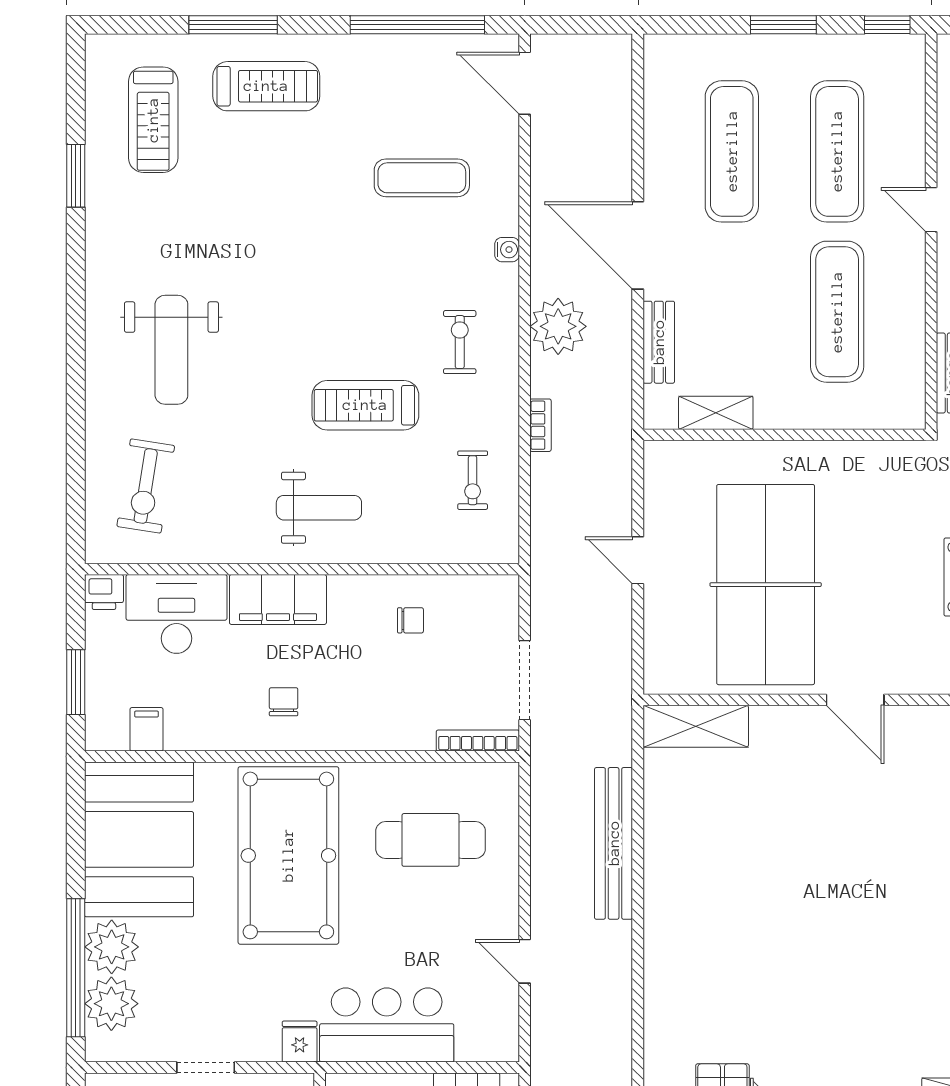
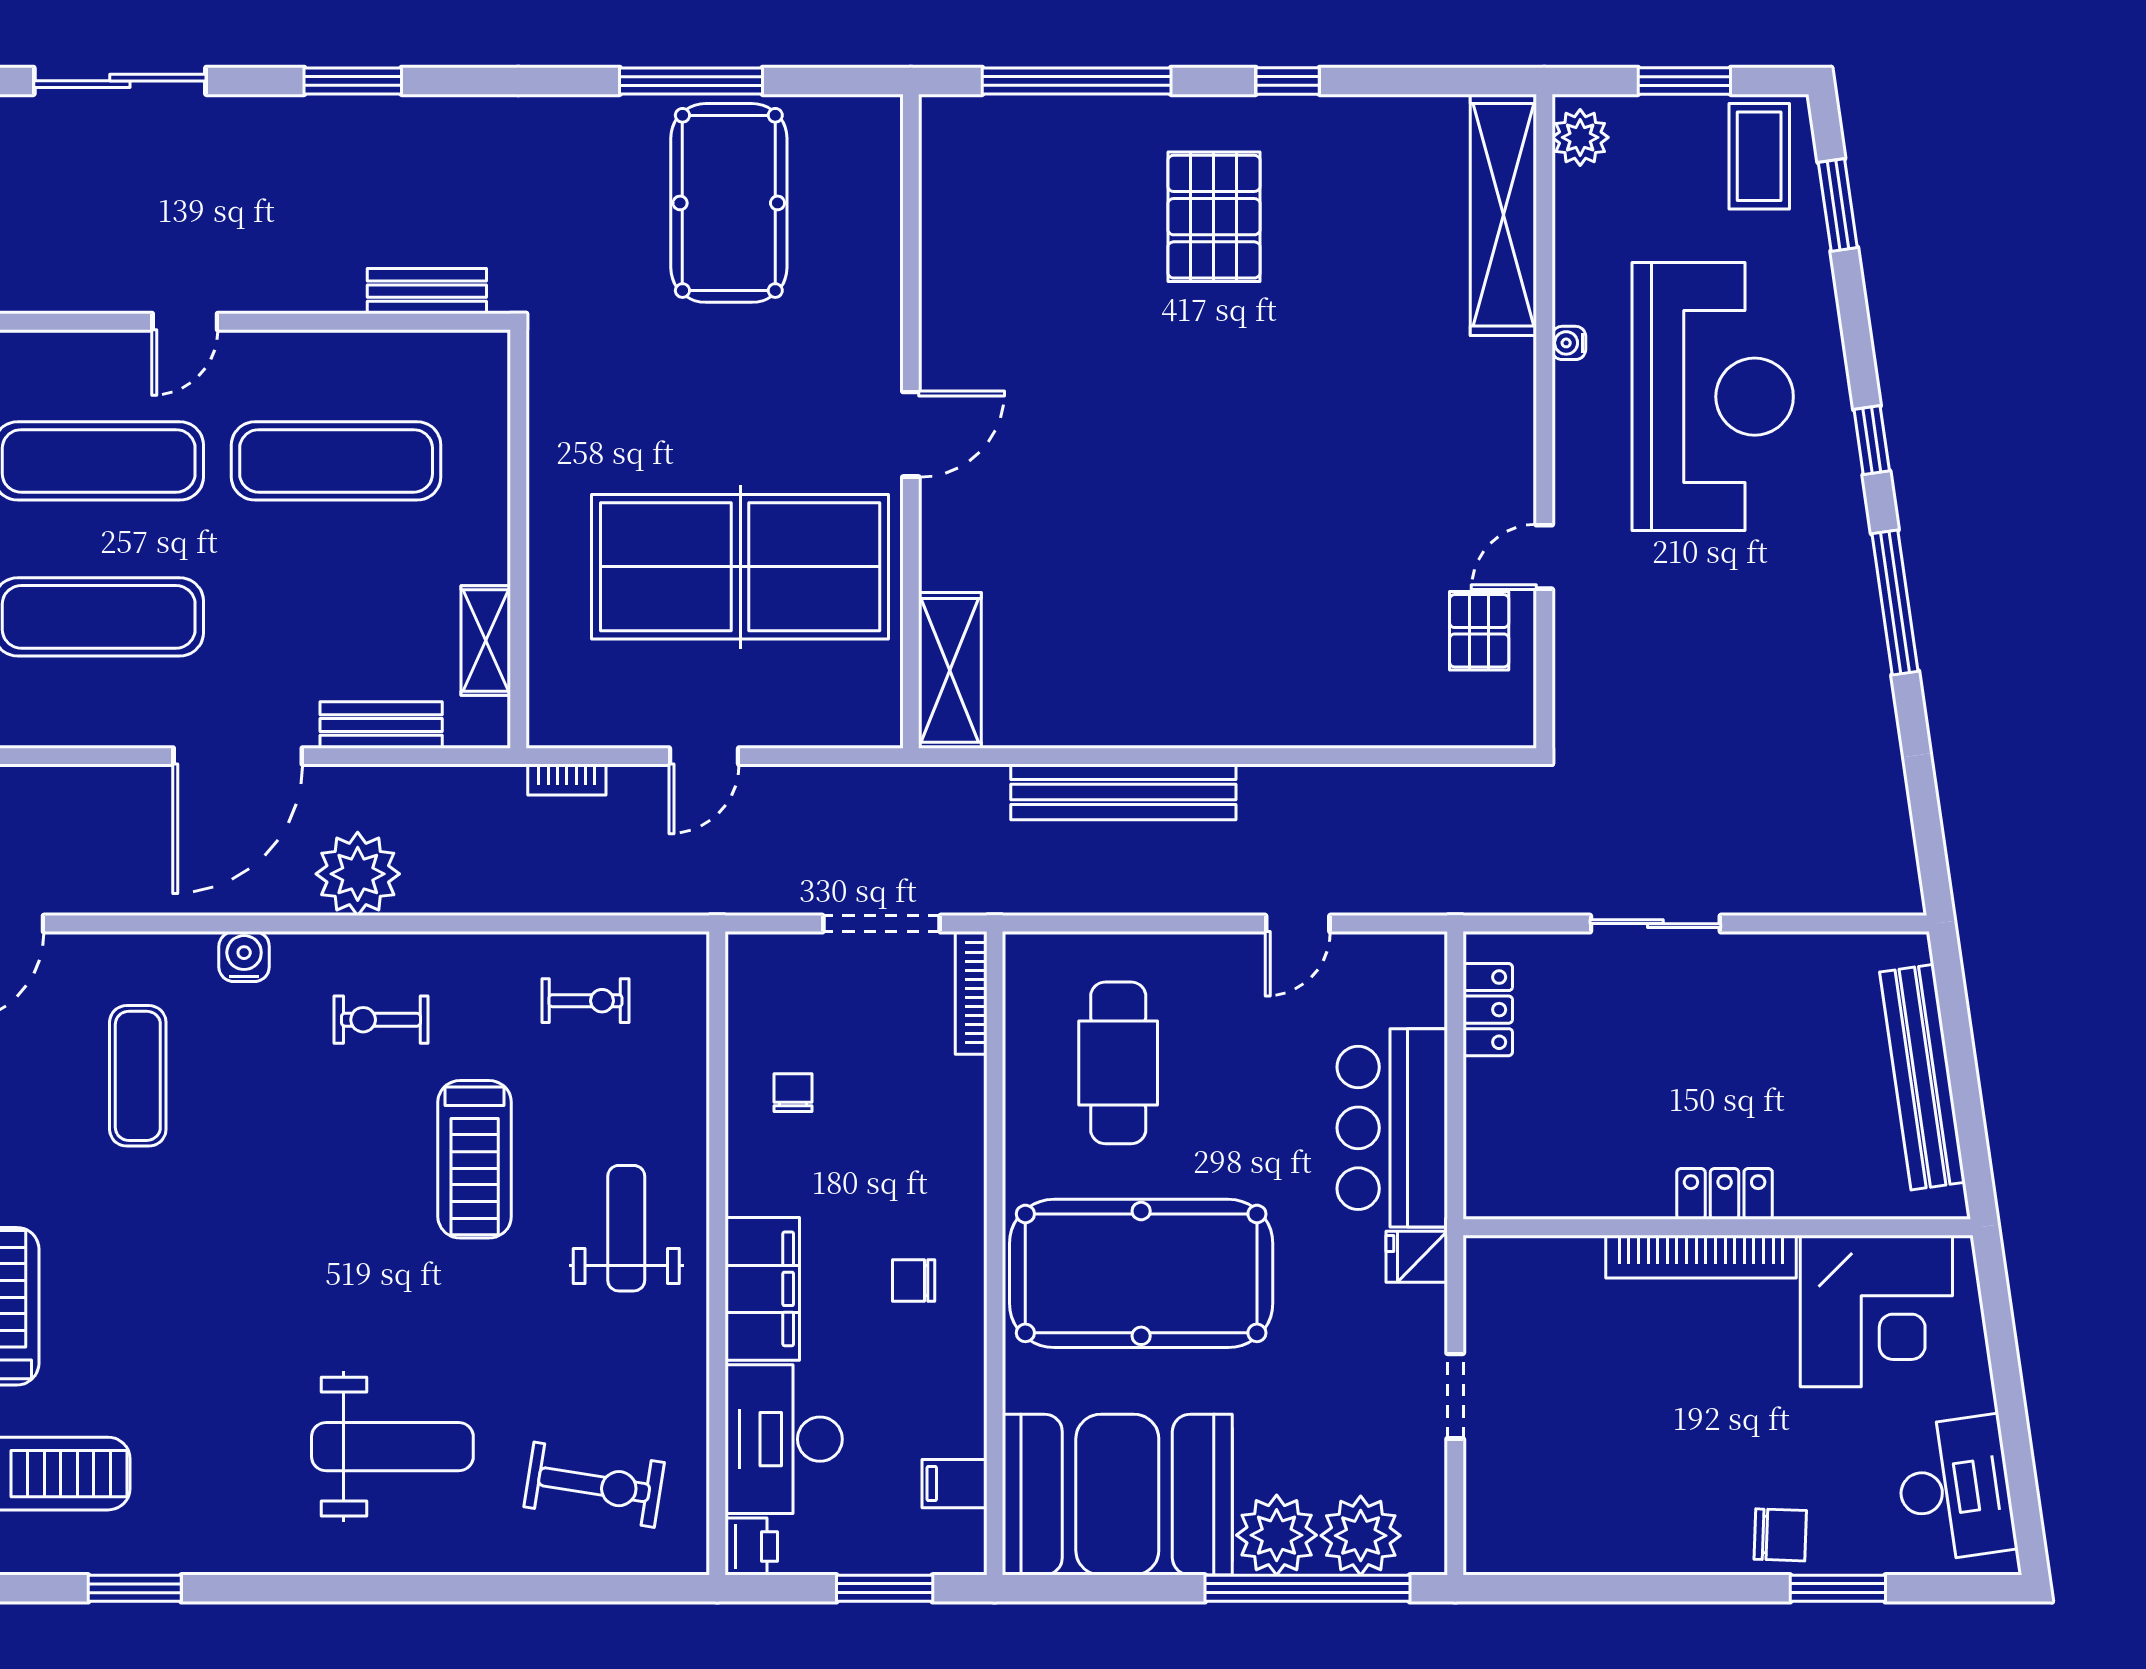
water cooler: (507, 250) -> (244, 957), width x1.38, depth x1.38
bookcase: (540, 425) -> (567, 780), moved, turned 180

